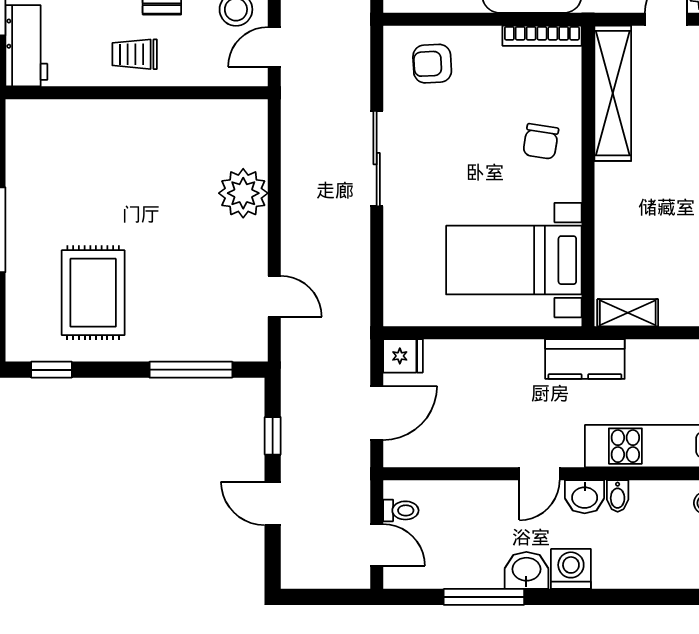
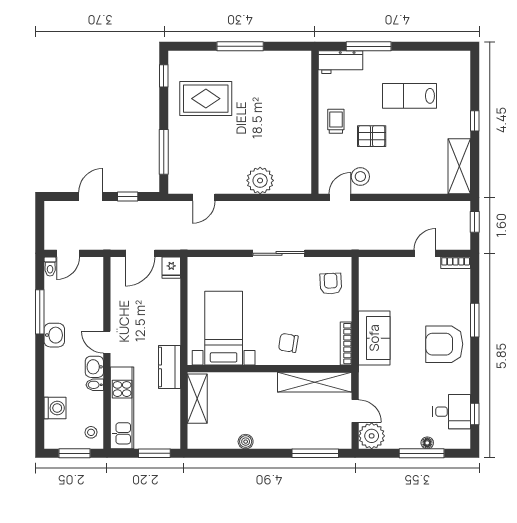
door: (274, 47) -> (340, 197), hinge flipped
shelving: (628, 313) -> (197, 399), width x1.50, depth x1.33
door: (377, 413) -> (140, 253), hinge flipped
toilet: (401, 510) -> (50, 266), moved
washing machine: (571, 569) -> (55, 408), moved

